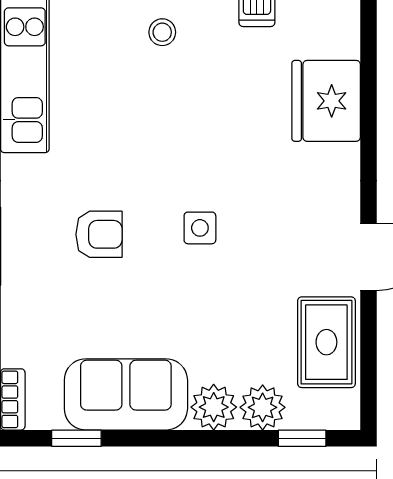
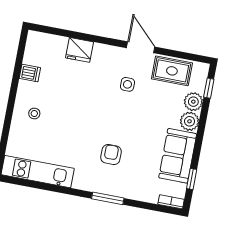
fridge: (326, 101) -> (79, 50), width x0.73, depth x0.75
side table: (200, 228) -> (127, 84), moved

